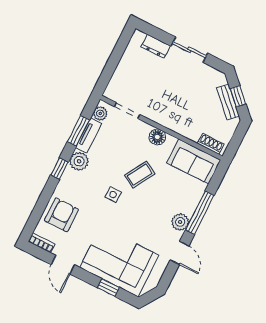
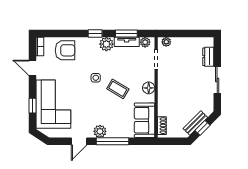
plant: (113, 88) -> (166, 42), added
door: (63, 265) -> (32, 68), hinge flipped

